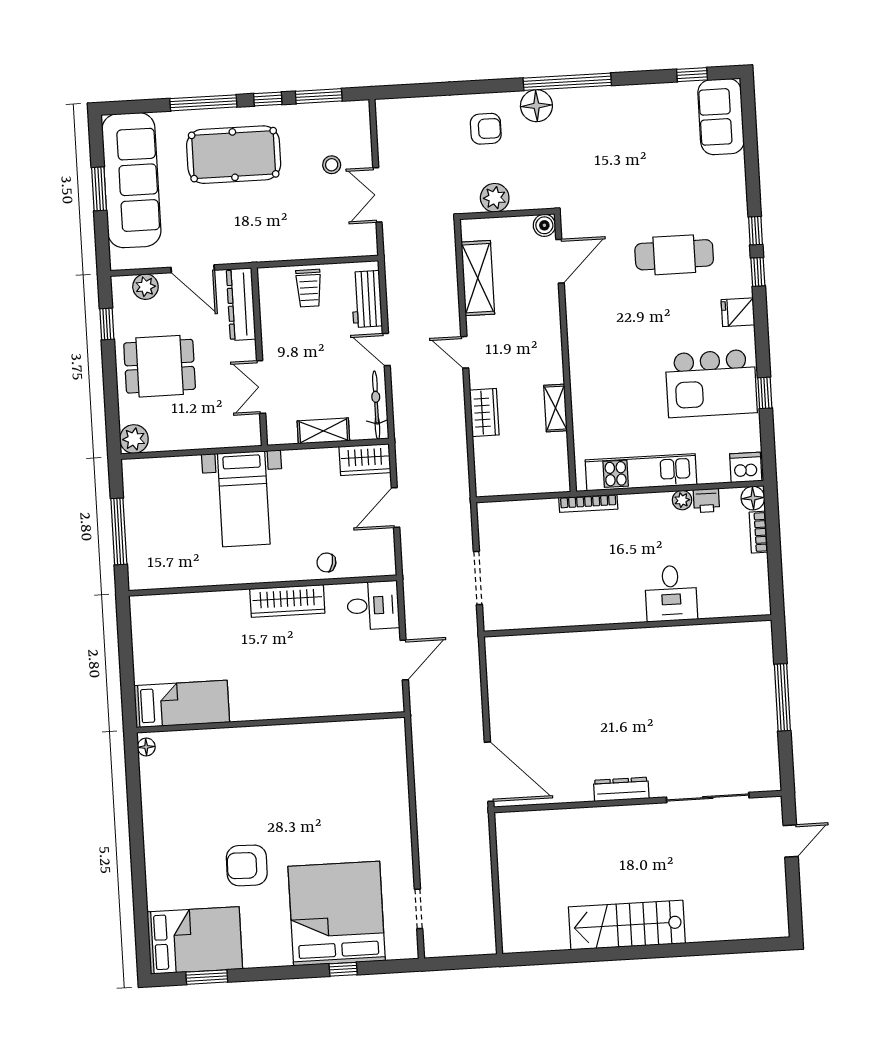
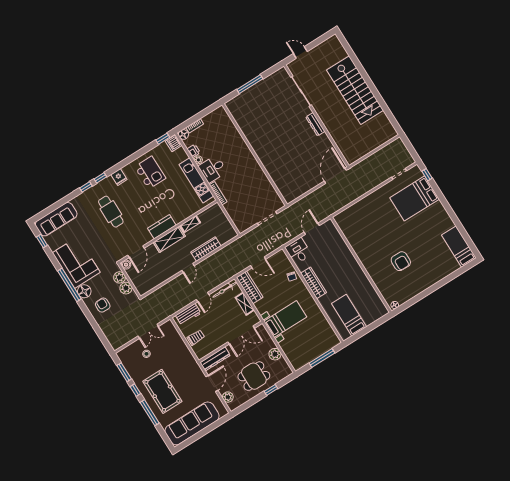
sofa: (721, 117) -> (56, 219), width x1.36
corner sofa: (607, 122) -> (76, 263), added
window: (99, 189) -> (202, 433), removed
plant: (525, 197) -> (119, 277), added
door: (560, 261) -> (136, 252), swing flipped
shelving: (478, 278) -> (169, 239), moved
window: (107, 324) -> (271, 390), moved
kitchen counter: (583, 345) -> (162, 227), added
dining table: (160, 366) -> (254, 376), turned 90
kitchen island: (711, 383) -> (150, 173), width x0.73, depth x0.78
double door: (261, 387) -> (241, 335), width x1.37
window: (765, 393) -> (163, 139), moved
wardrobe: (484, 412) -> (206, 249), width x1.50
plant: (134, 439) -> (275, 354), moved
wardrobe: (365, 460) -> (250, 287), width x1.50
desk: (671, 593) -> (213, 169), moved, turned 180
door: (404, 660) -> (312, 229), hinge flipped
bed: (182, 704) -> (349, 315), moved
armchair: (247, 865) -> (401, 261), moved
bed: (337, 913) -> (414, 198), width x0.73
stairs: (627, 925) -> (355, 90), width x1.36, depth x1.51
bed: (195, 940) -> (459, 247), width x0.67
window: (343, 969) -> (427, 175), moved
window: (207, 977) -> (466, 237), removed

